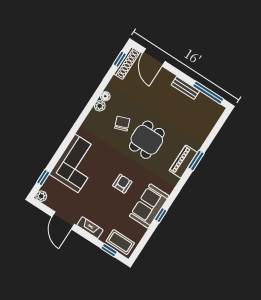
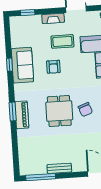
window: (196, 160) -> (13, 112), moved
coffee table: (120, 242) -> (62, 41), moved

